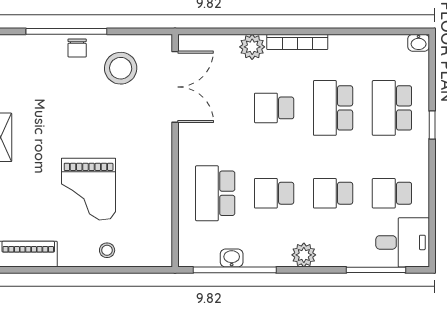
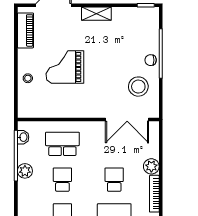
plant: (304, 255) -> (25, 171), moved
washbasin: (232, 258) -> (23, 137), moved

